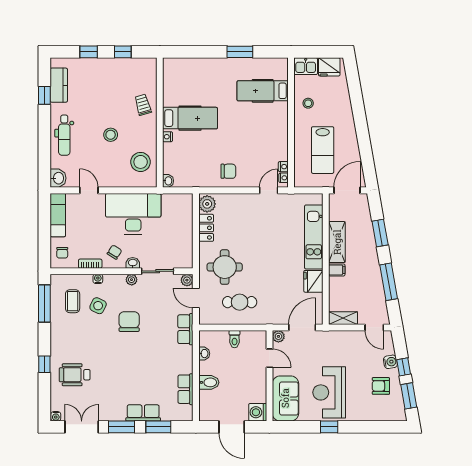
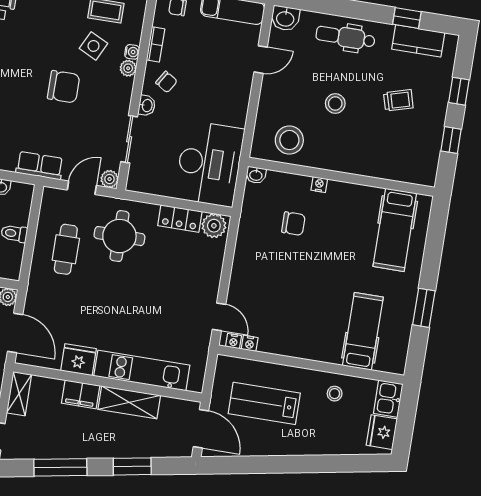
trolley: (143, 105) -> (398, 100), moved
hospital bed: (190, 118) -> (395, 230), moved
chair: (228, 171) -> (293, 224), moved, turned -90
desk: (133, 214) -> (209, 164), moved
filing cabinet: (337, 270) -> (81, 394), width x2.00
plant: (132, 280) -> (128, 68), moved

